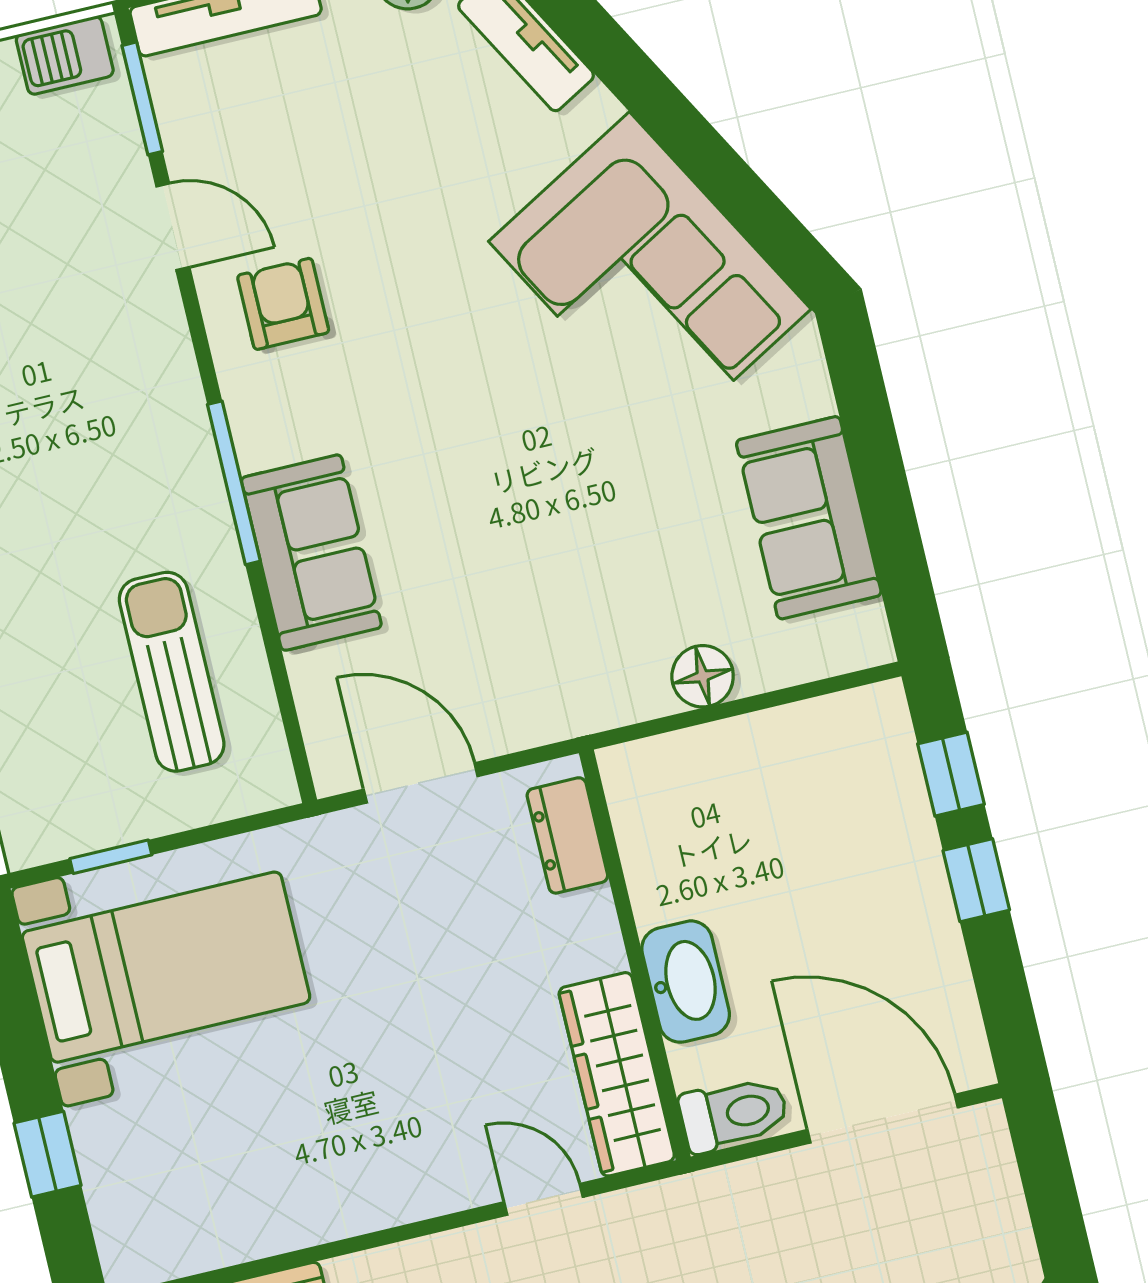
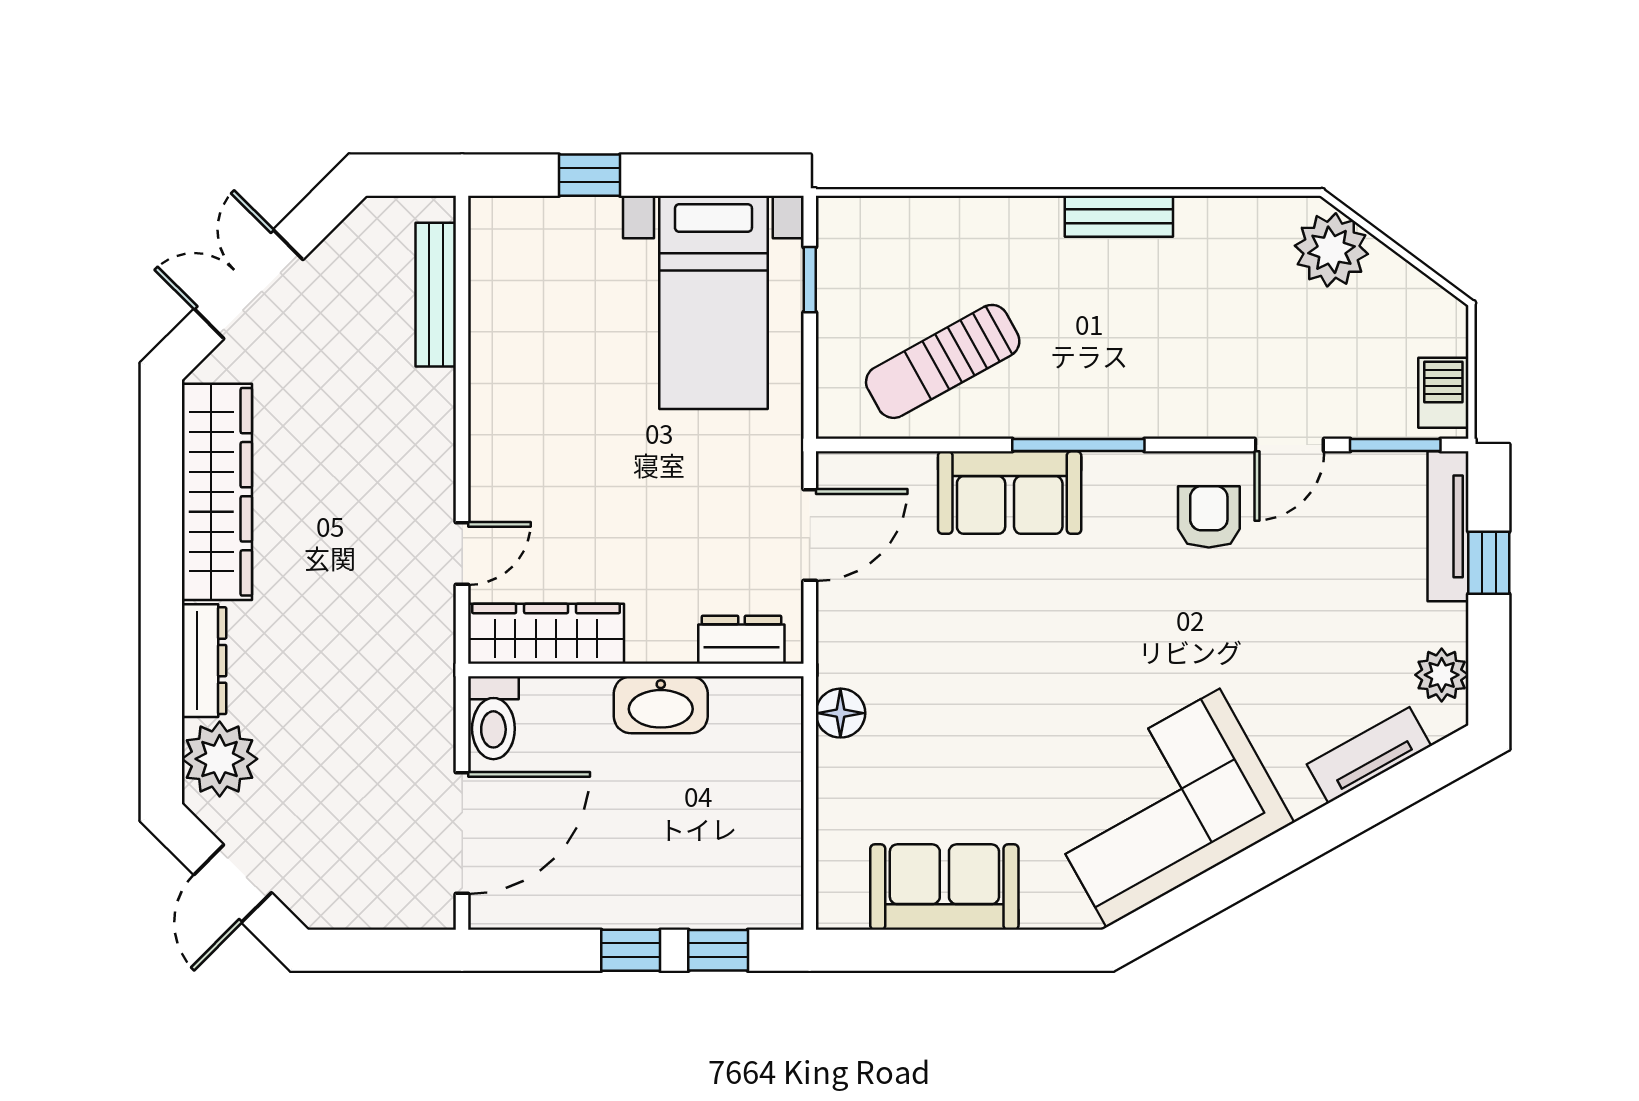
armchair: (283, 304) -> (1209, 517), turned -90
sun lounger: (172, 672) -> (943, 361), turned 151
floor lamp: (703, 676) -> (840, 713), moved
washbasin: (686, 982) -> (661, 705), moved

